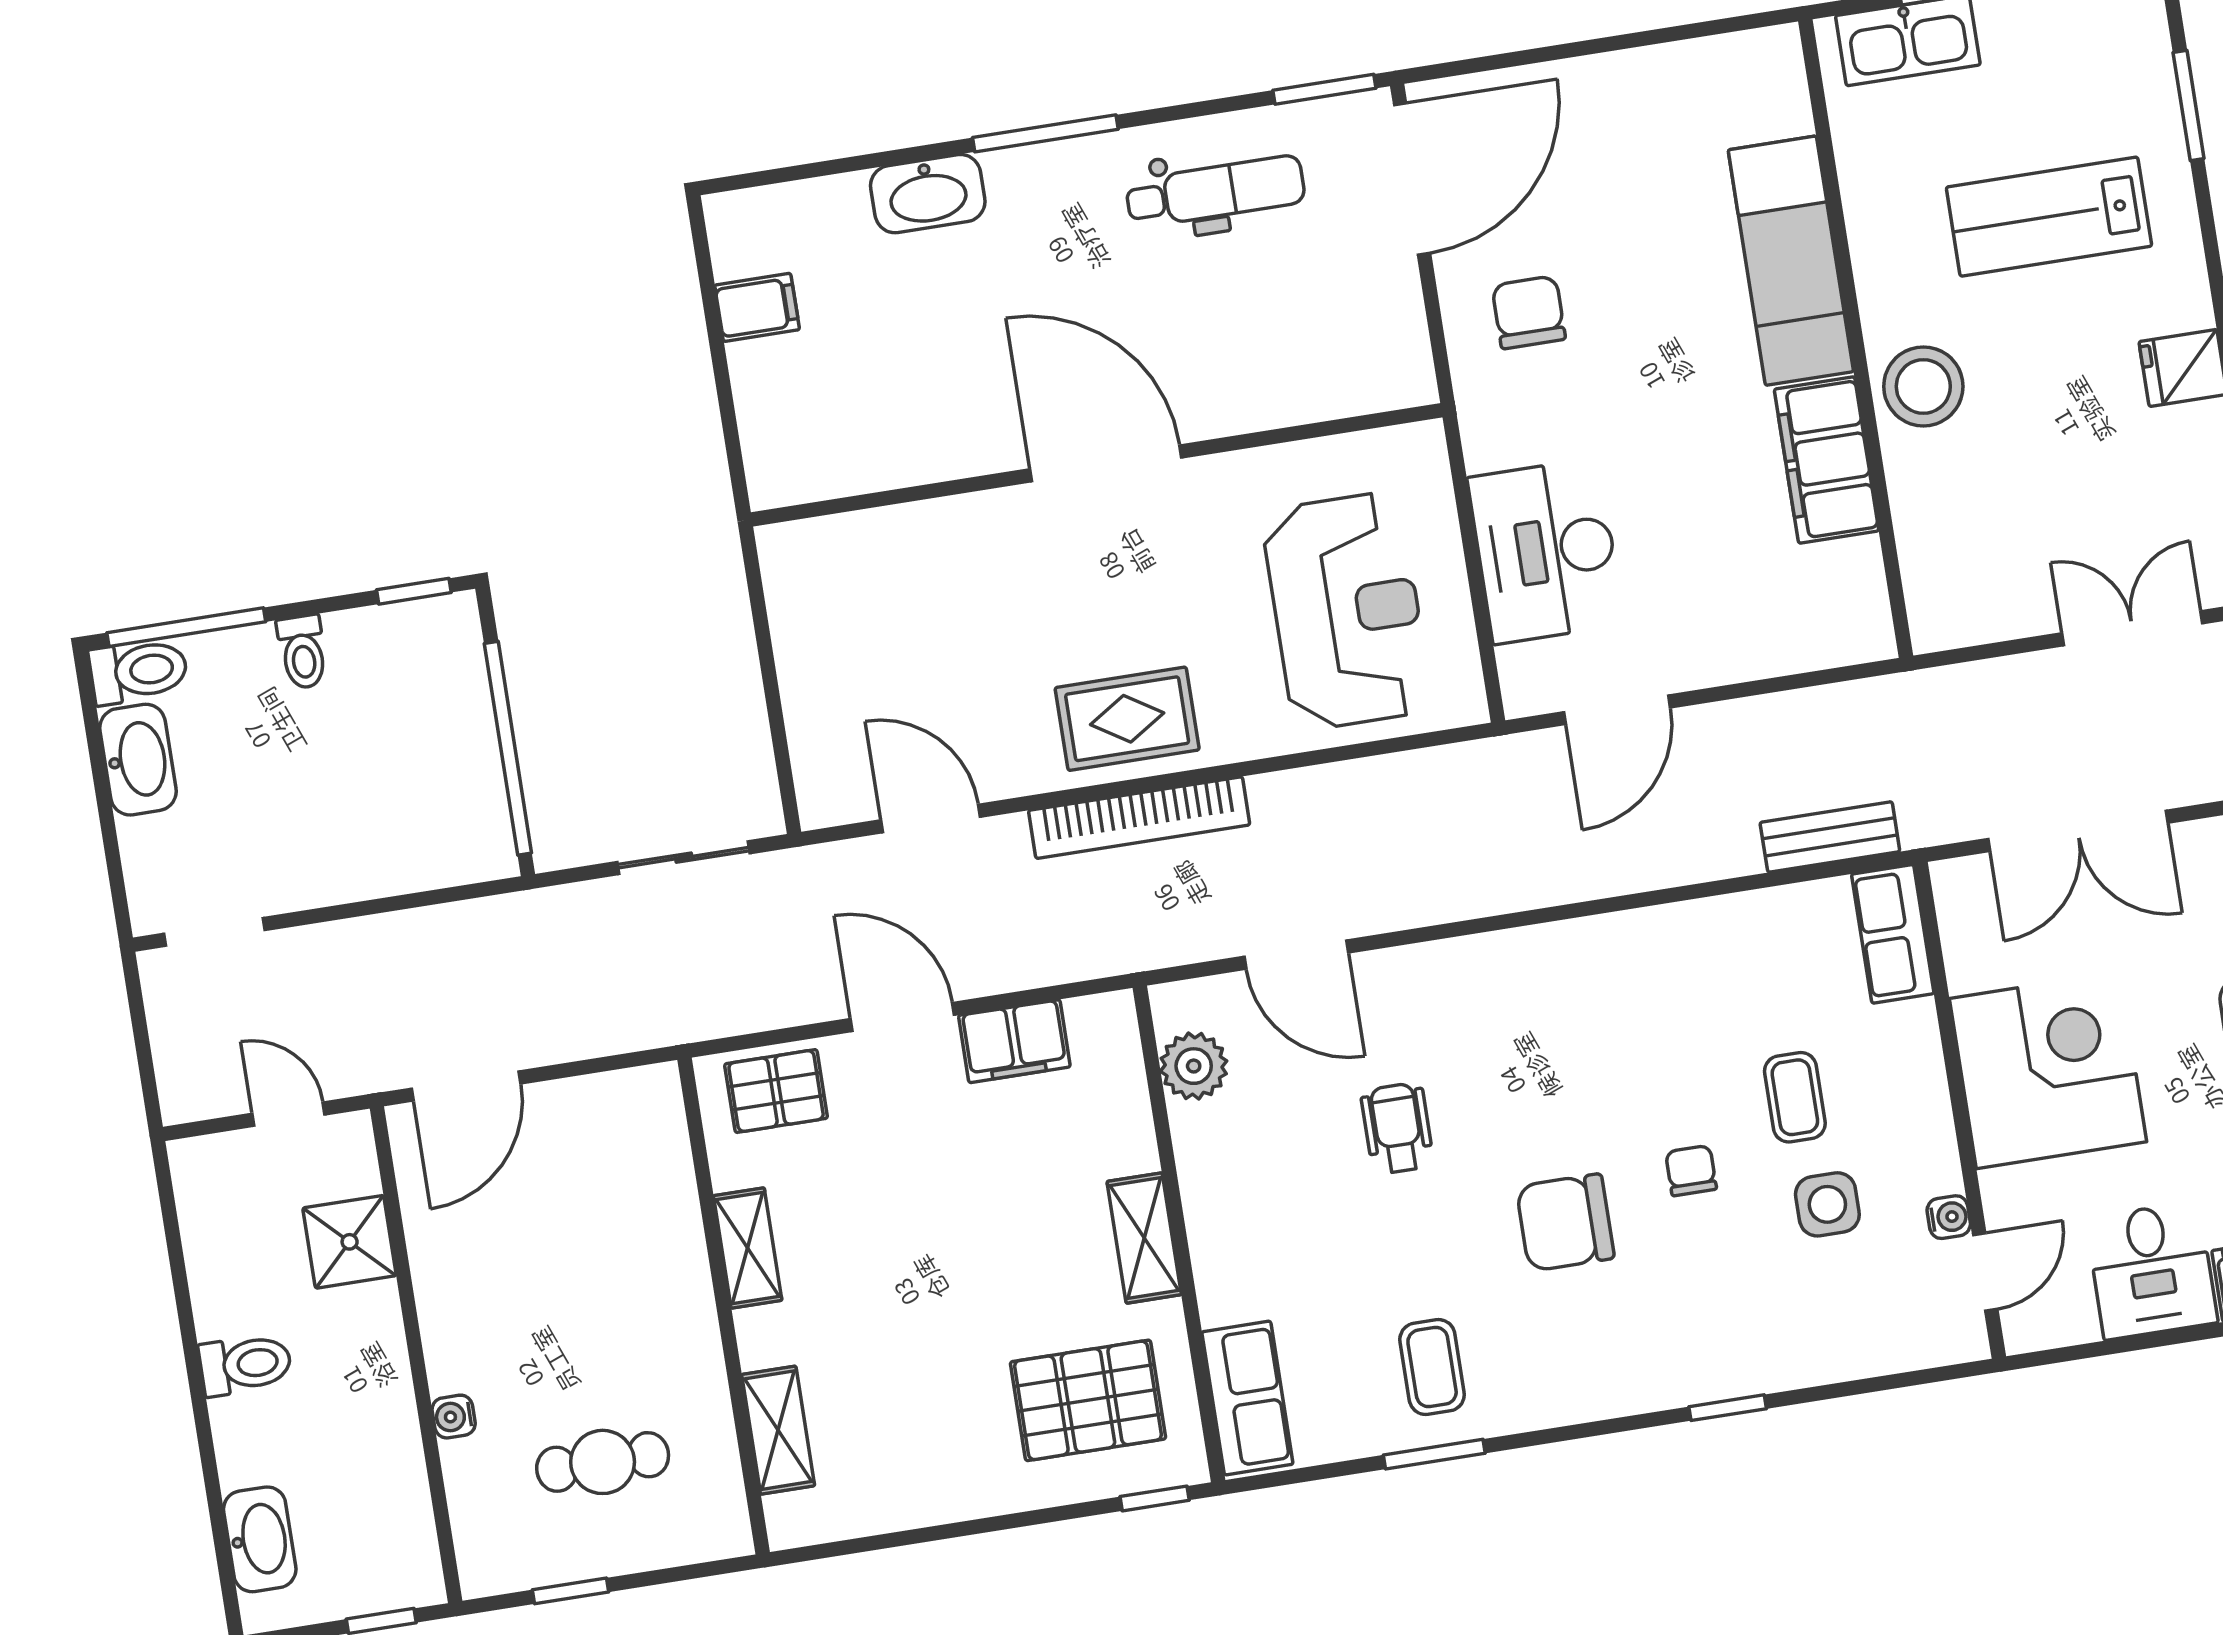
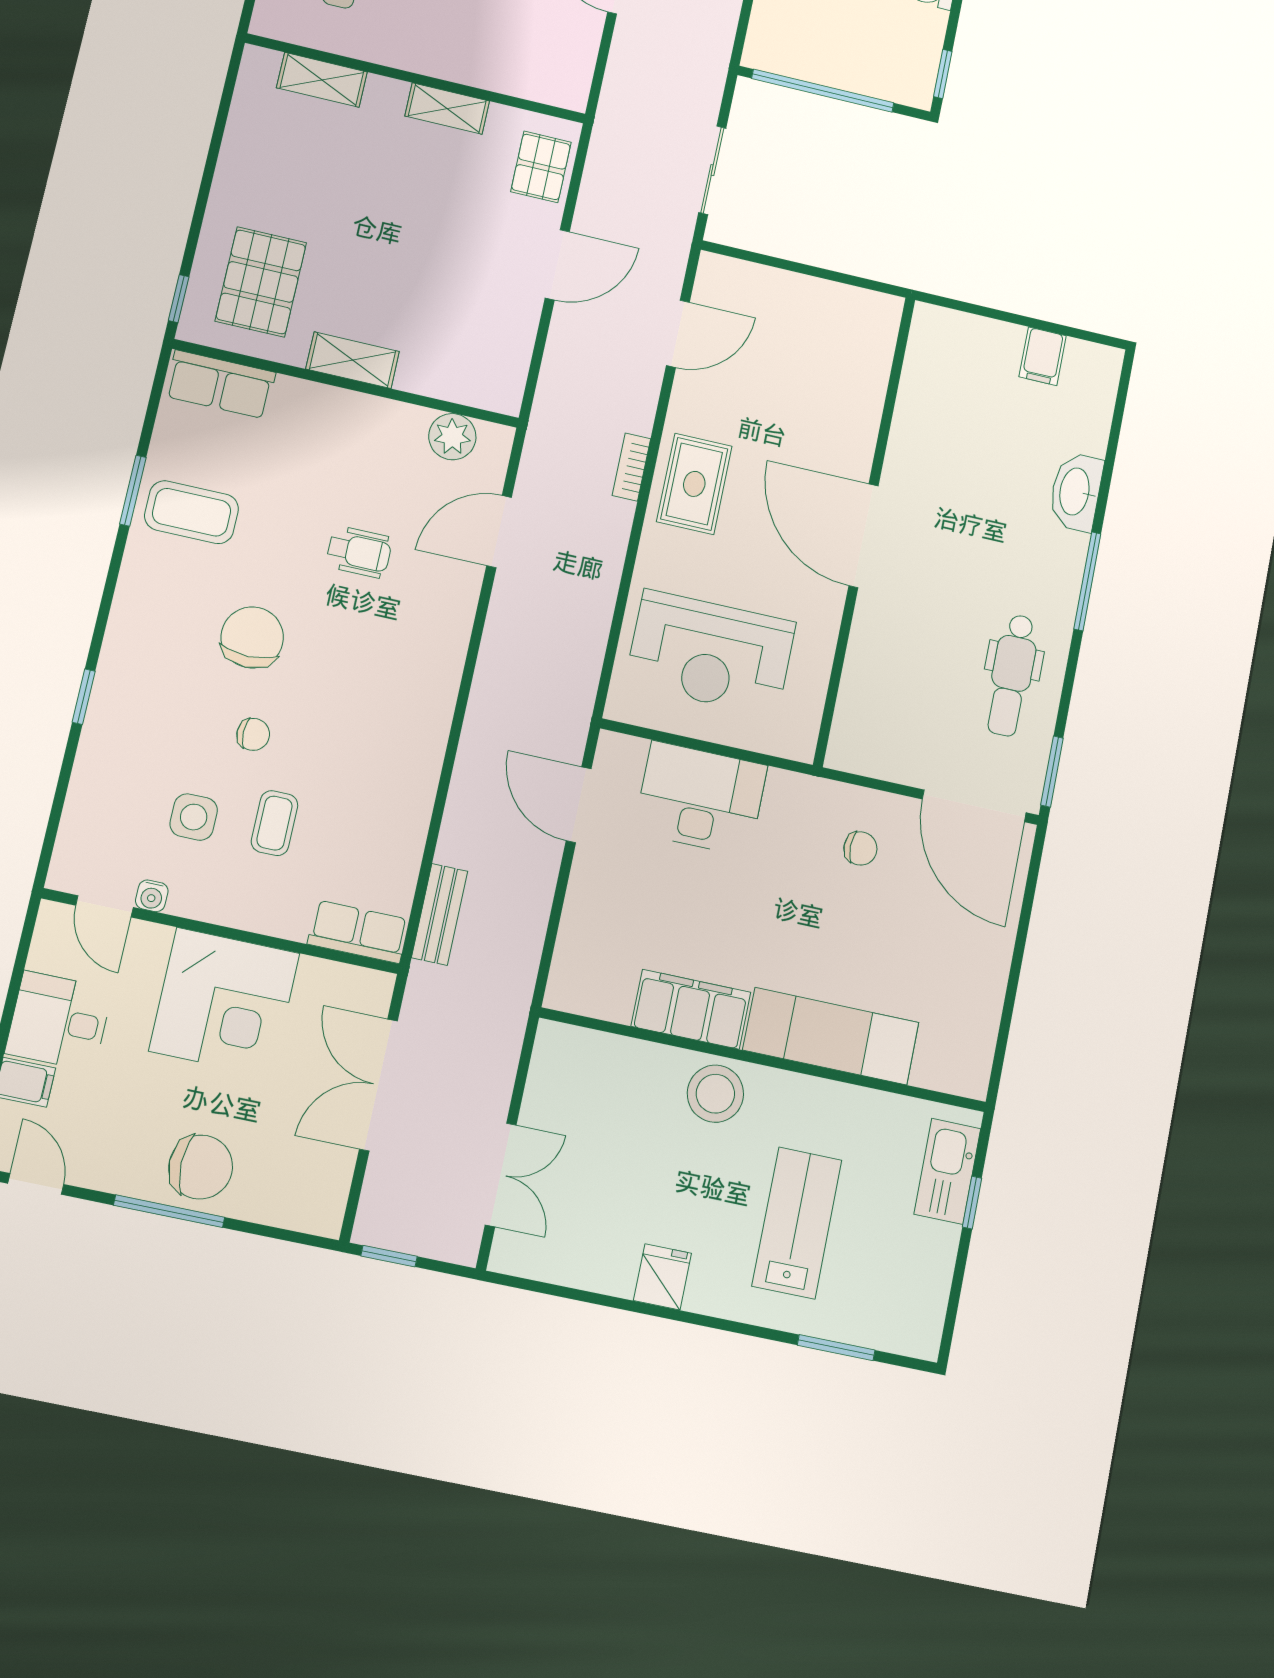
chair: (1529, 312) -> (860, 848), width x0.73, depth x0.73
door: (1106, 463) -> (863, 536), swing flipped
bookcase: (1139, 818) -> (631, 467), width x0.43, depth x0.76
filing cabinet: (1014, 1041) -> (514, 329), removed
coffee table: (1795, 1097) -> (274, 823), turned 90
coffee table: (1432, 1367) -> (192, 512), width x1.36, depth x1.30

